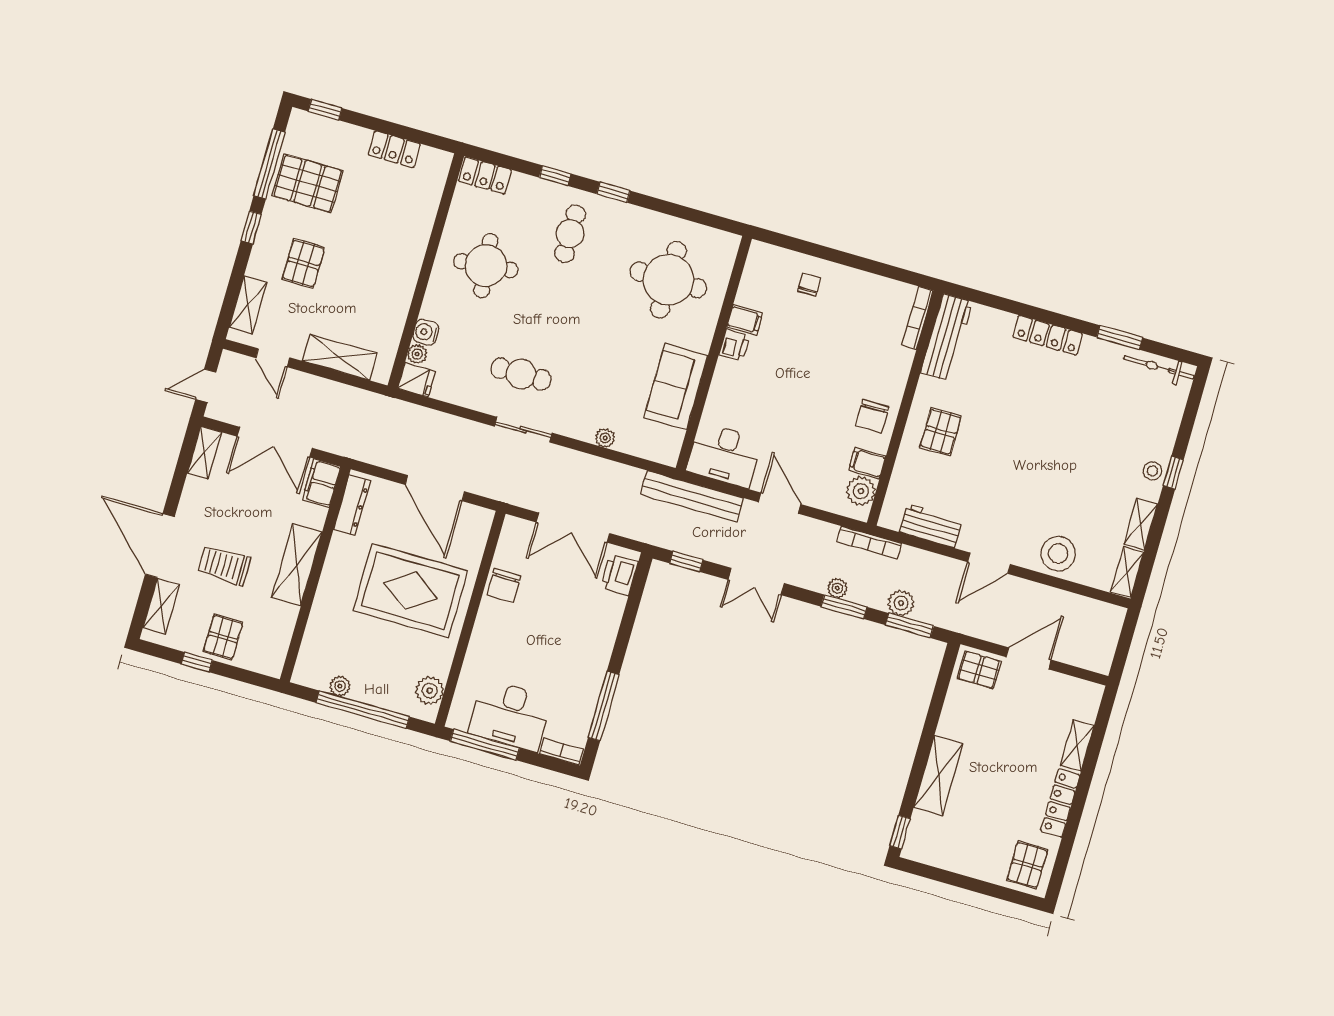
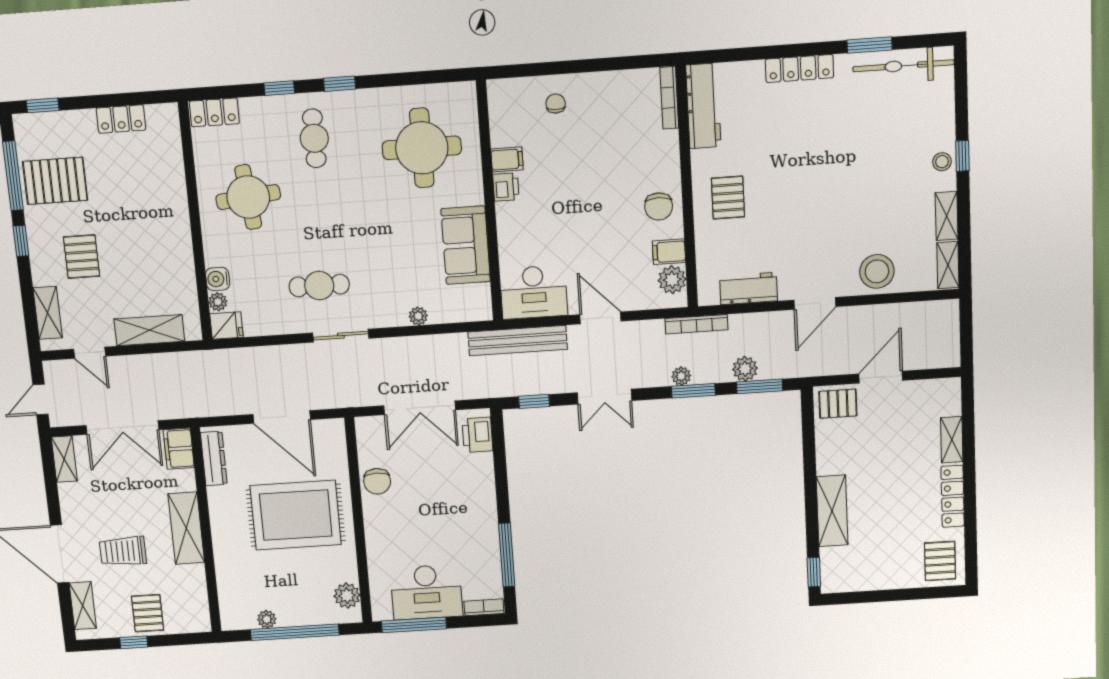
bicycle: (1159, 367) -> (903, 66), width x1.37, depth x1.40

